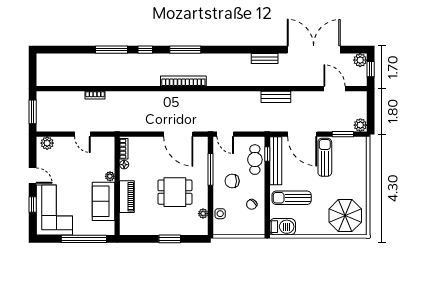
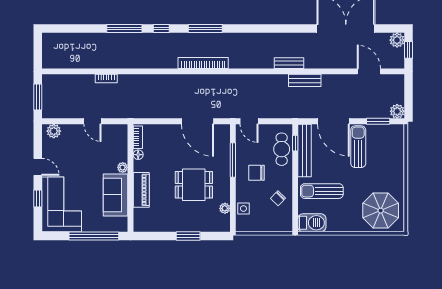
bench: (265, 59) -> (289, 63), moved

